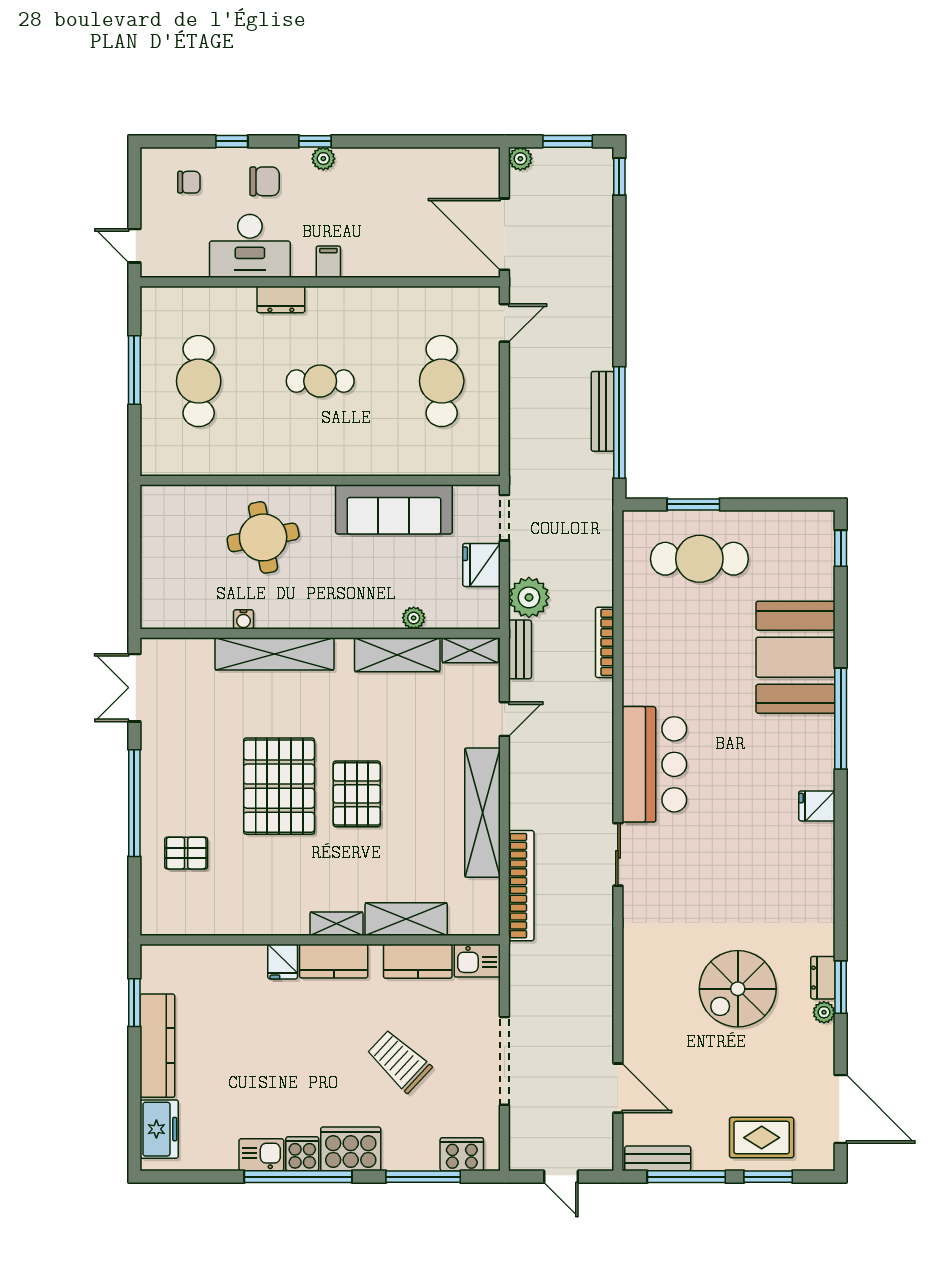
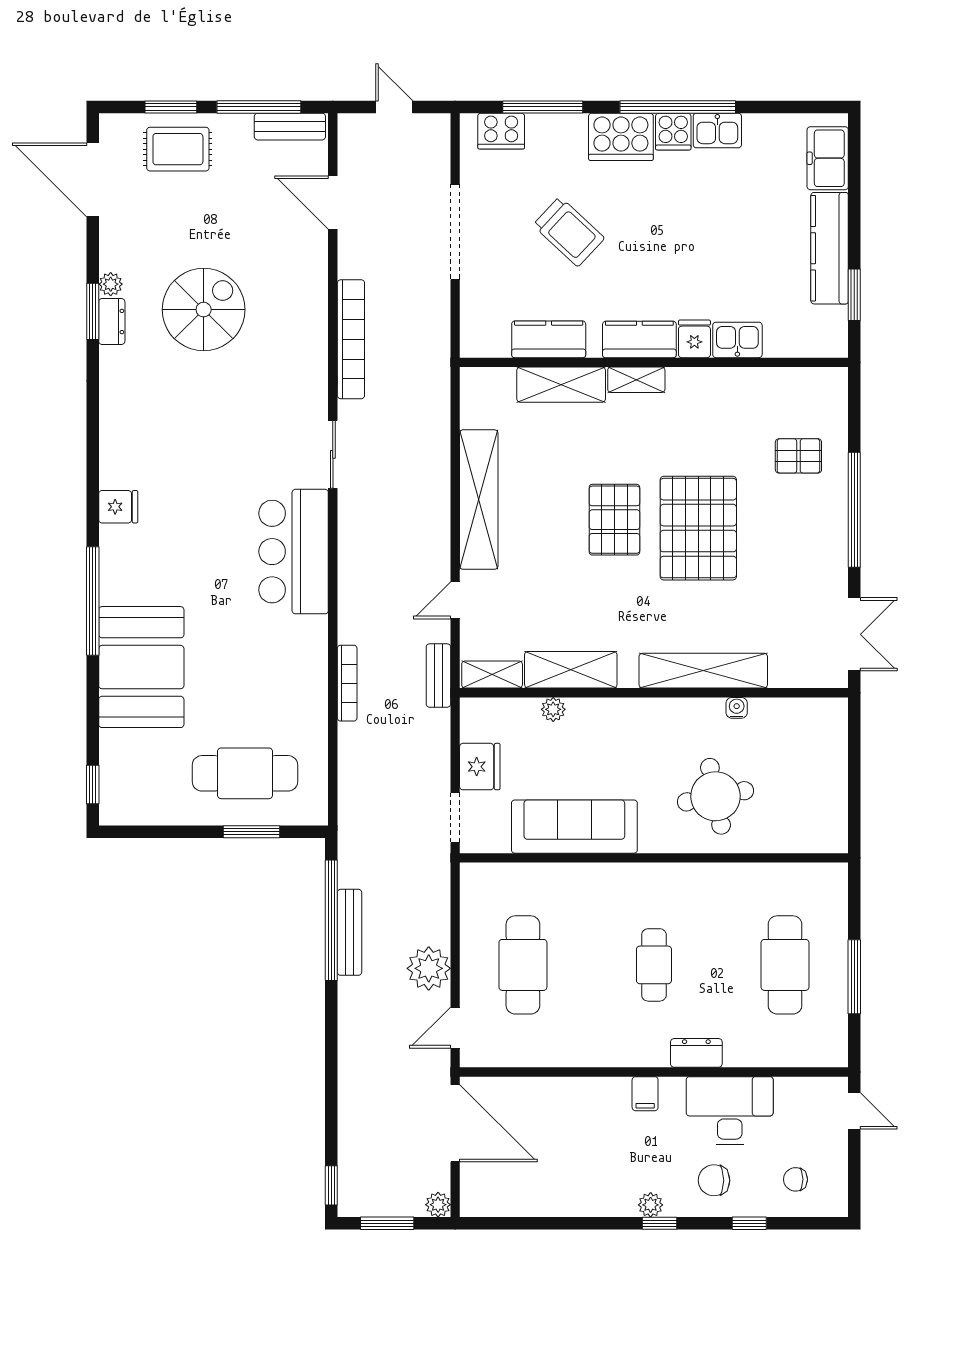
cafe table: (320, 381) -> (654, 965), turned 90
plant: (529, 597) -> (429, 968), moved
bookcase: (521, 886) -> (351, 339), moved, turned 180
kitchen sink: (477, 961) -> (737, 340), moved

